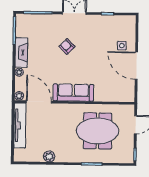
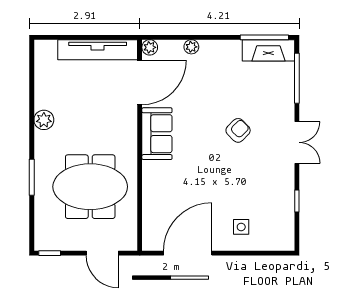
fireplace: (21, 52) -> (268, 50), moved
door: (136, 66) -> (188, 253), moved
sofa: (73, 93) -> (157, 134), width x0.73
meeting table: (98, 131) -> (90, 187), turned 90
plant: (49, 156) -> (44, 120), moved

